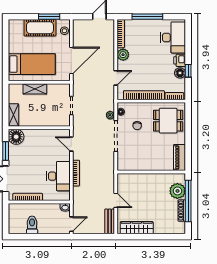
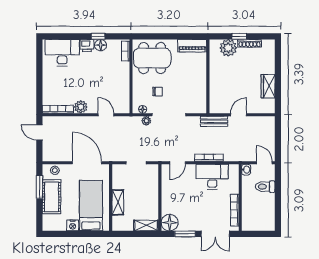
window: (147, 17) -> (39, 80), removed
nightstand: (14, 47) -> (73, 225), added
bookcase: (144, 95) -> (125, 84), removed
dining table: (168, 121) -> (152, 58), width x1.38
window: (188, 201) -> (239, 36), width x0.32
bench: (110, 221) -> (214, 121), moved
toilet: (32, 225) -> (265, 187), moved
wardrobe: (137, 228) -> (268, 86), width x0.67

